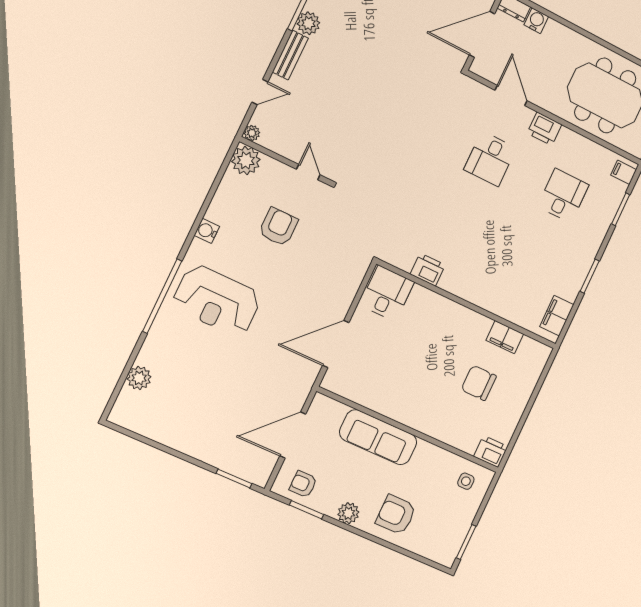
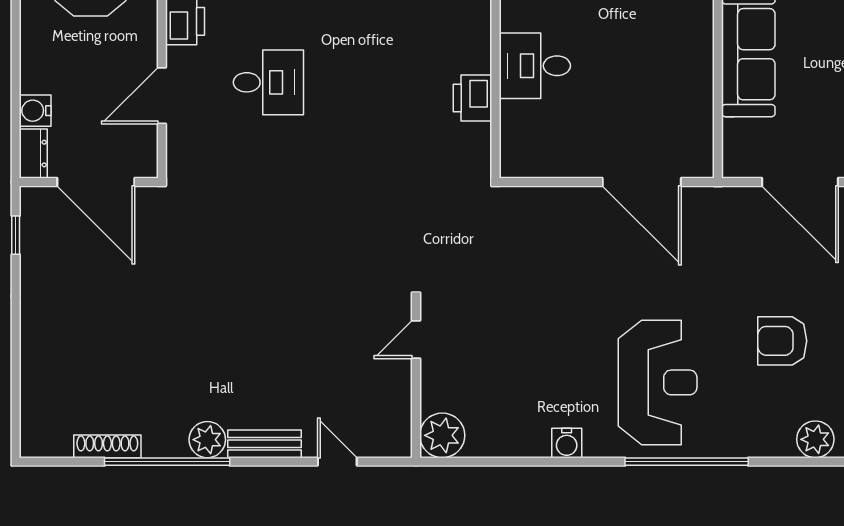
plant: (252, 133) -> (400, 445), removed
armchair: (278, 227) -> (782, 341), moved
desk: (387, 293) -> (535, 66), moved

